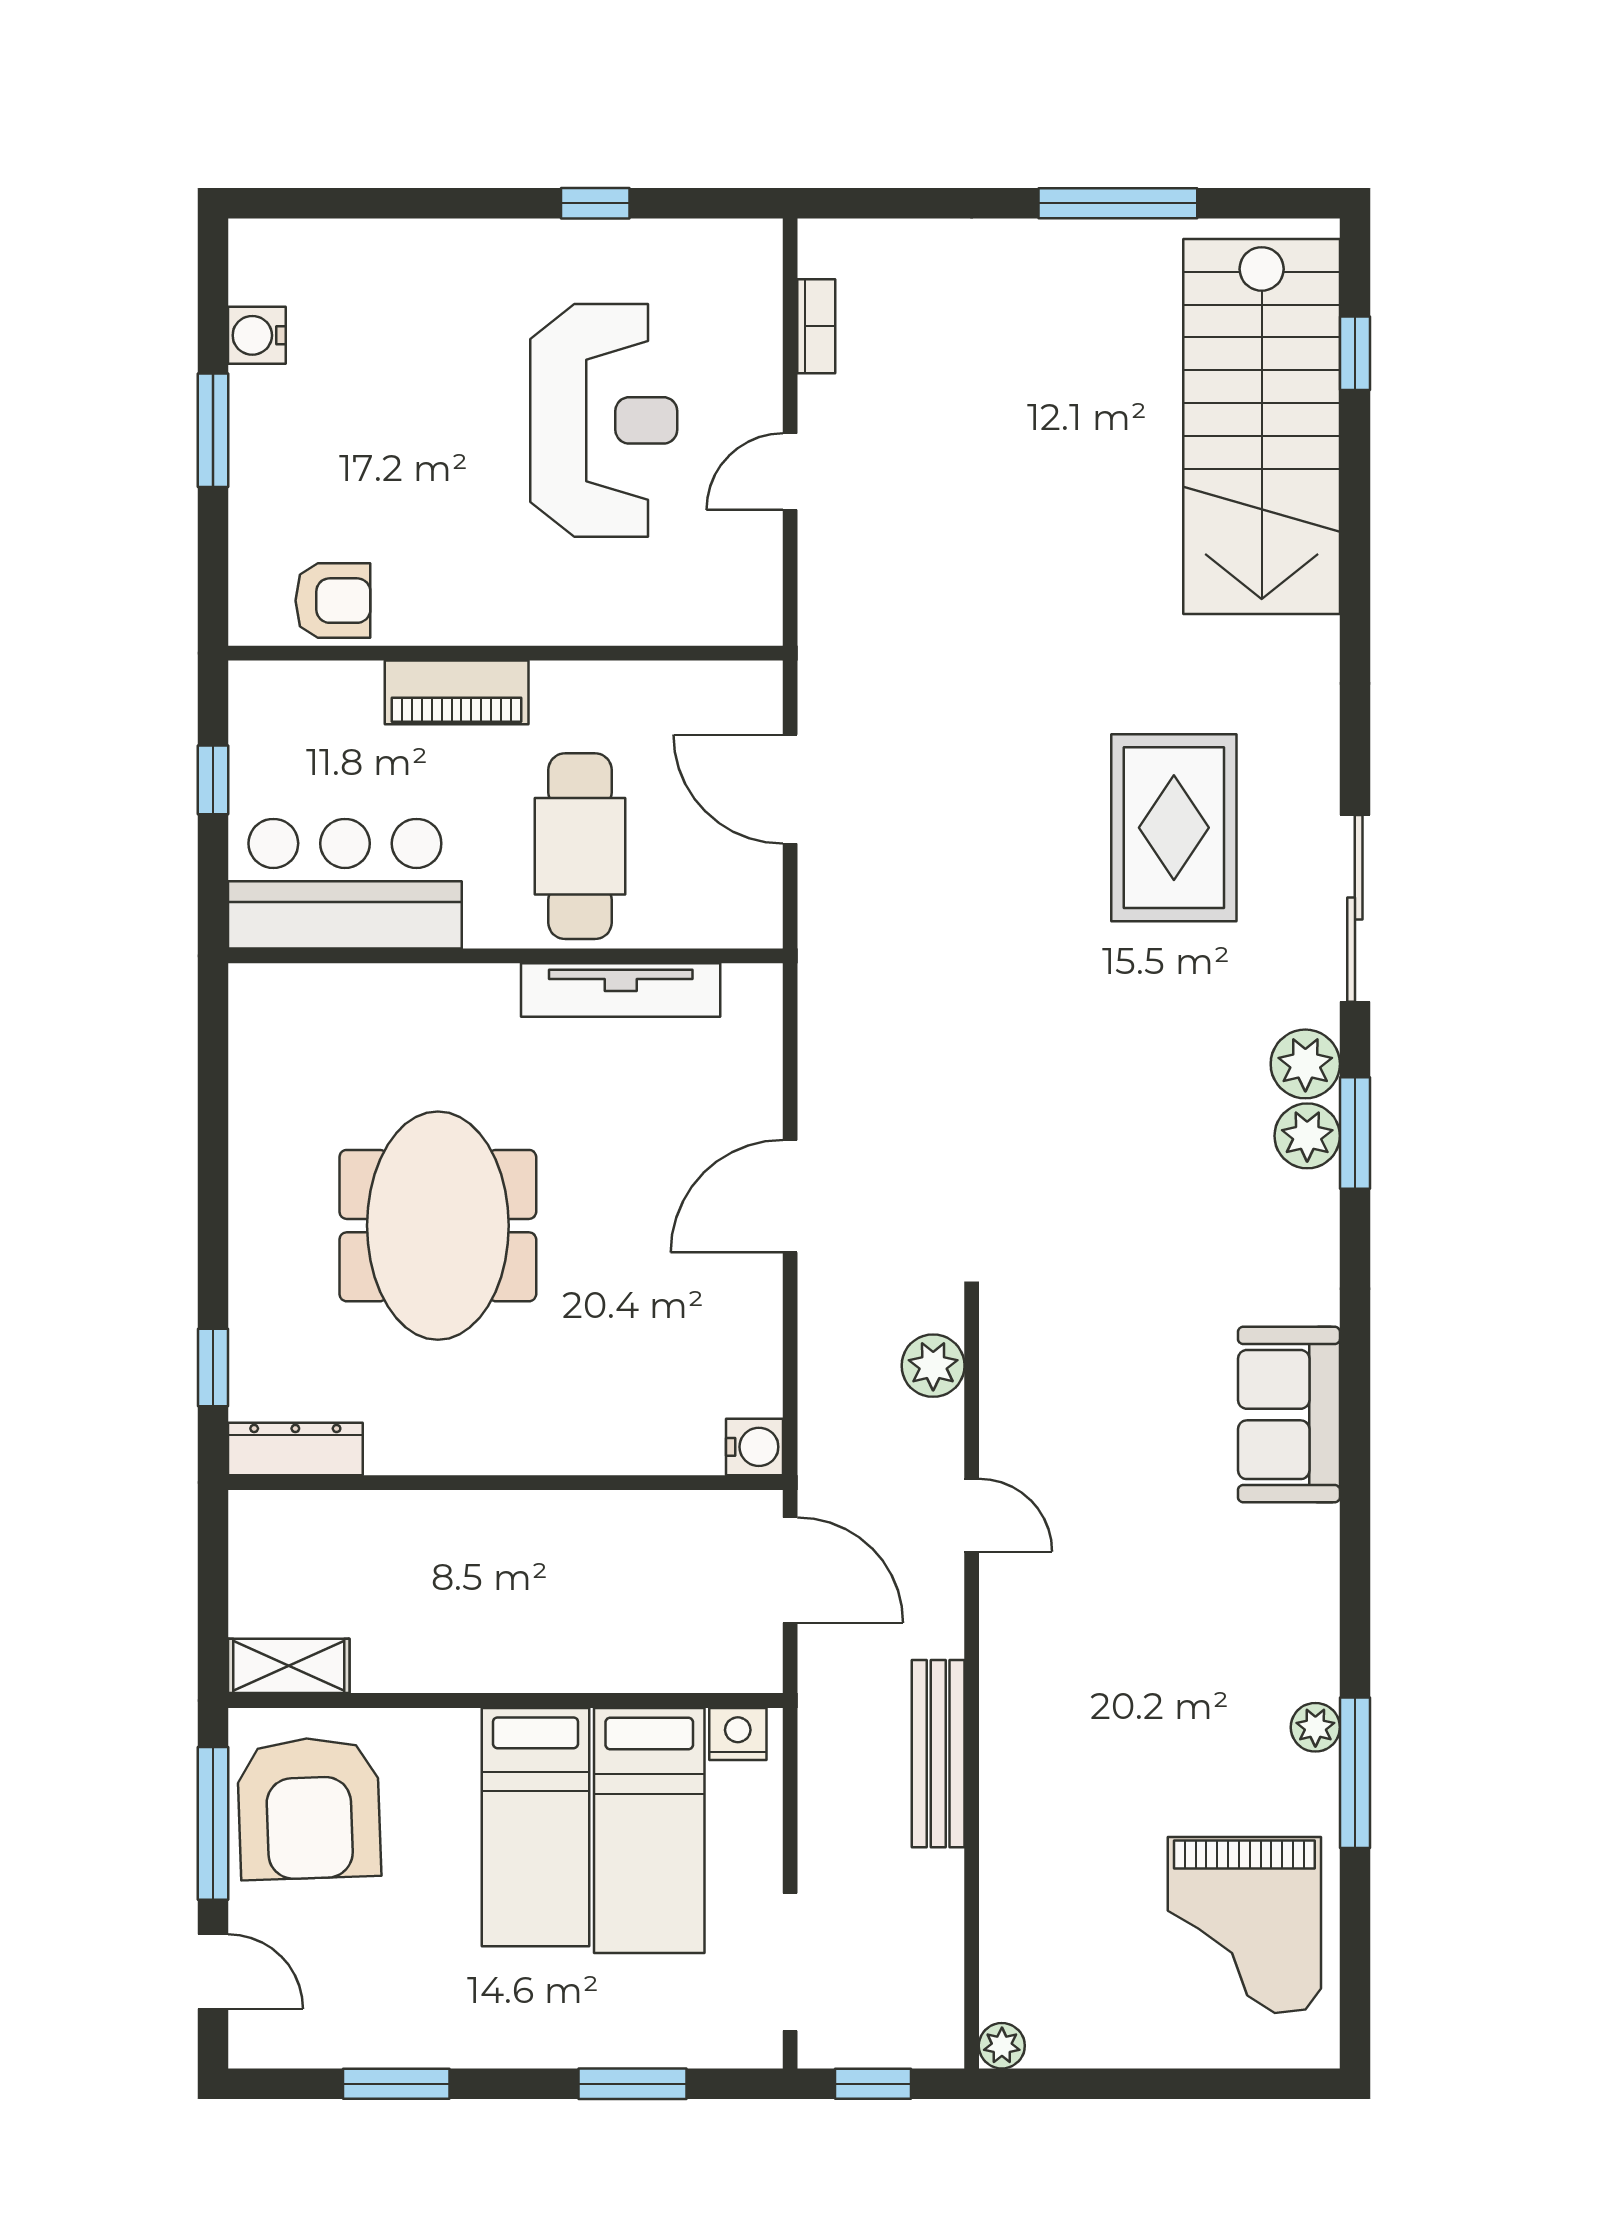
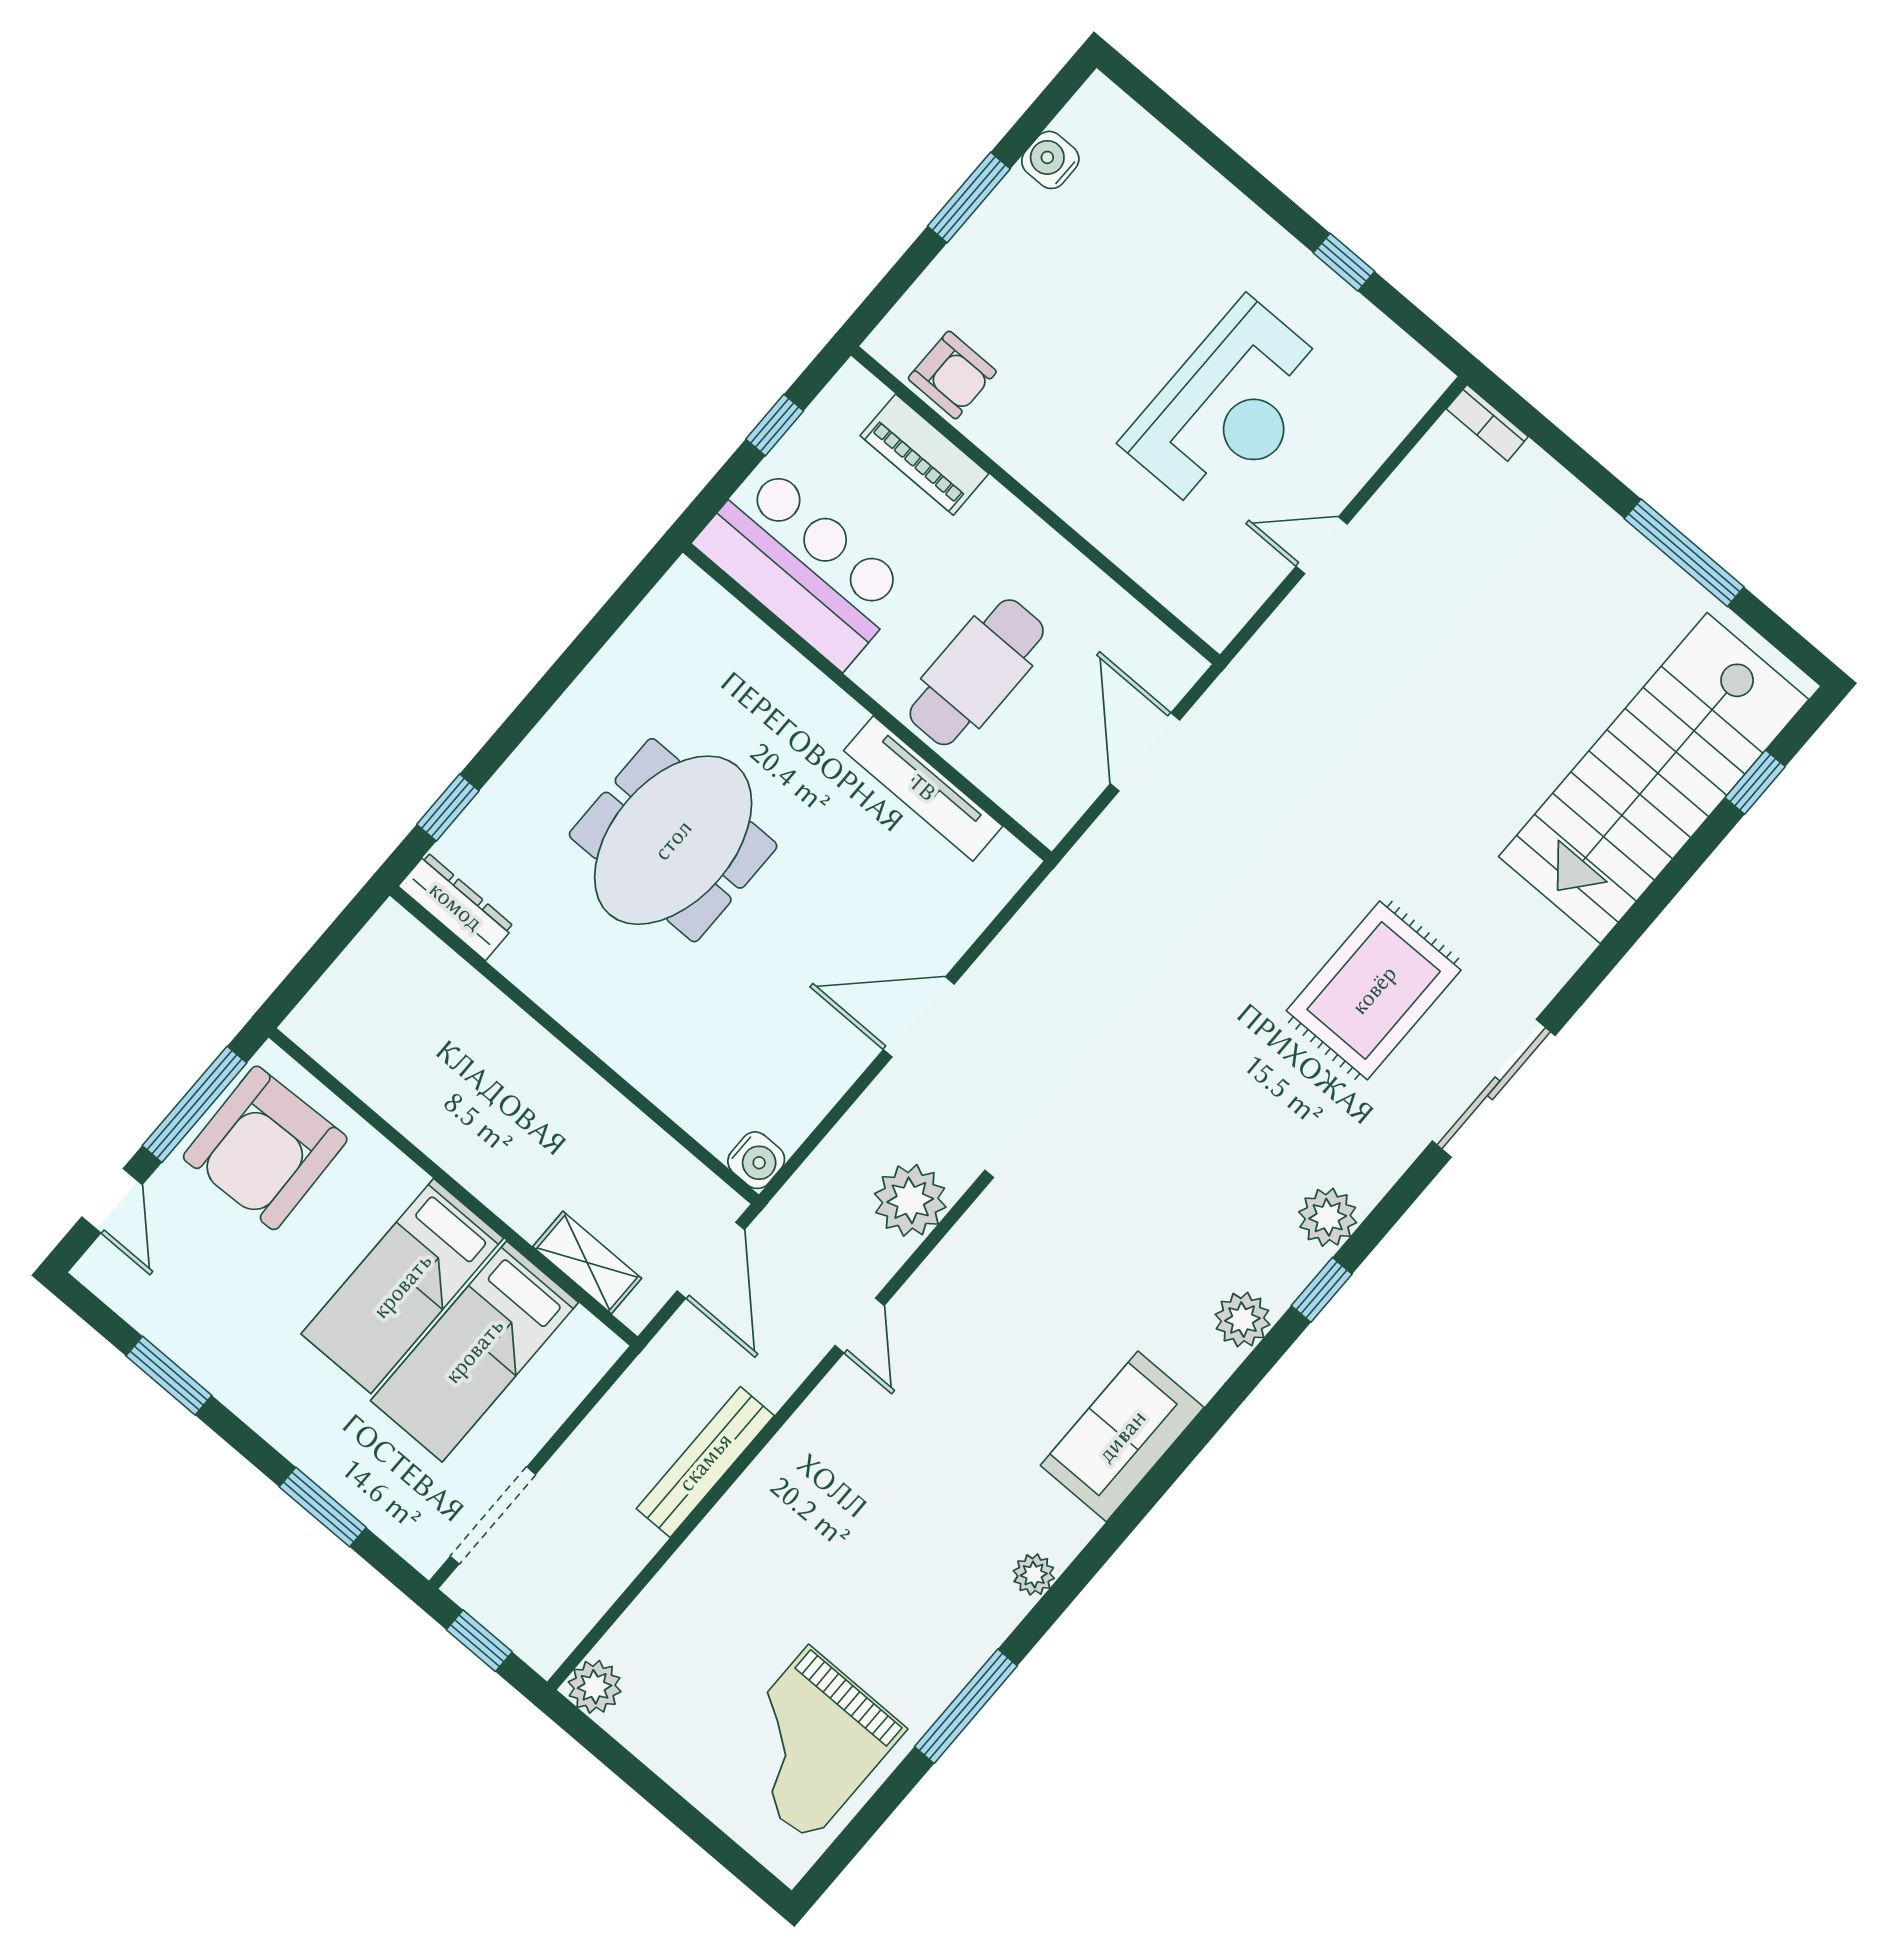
bookcase: (816, 326) -> (1487, 423), moved, turned 90
piano: (457, 692) -> (924, 455), moved
sliding door: (1355, 908) -> (1494, 1088), moved
window: (1355, 1133) -> (1322, 1290), width x0.67
plant: (1307, 1136) -> (1242, 1320), moved
plant: (933, 1366) -> (910, 1200), width x1.36, depth x1.36
shelving: (289, 1666) -> (587, 1263), moved
plant: (1315, 1727) -> (1034, 1575), moved
nightstand: (738, 1734) -> (586, 1338), removed
plant: (1002, 2046) -> (595, 1687), width x1.38, depth x1.38

